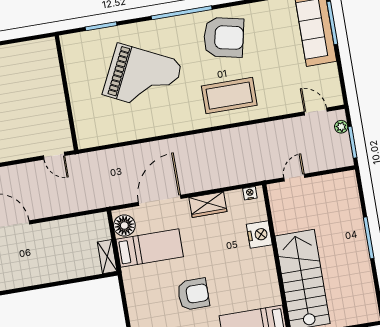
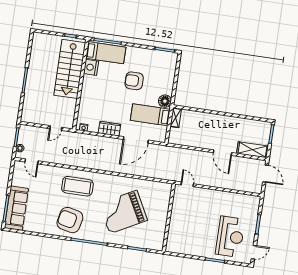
grand piano: (142, 78) -> (123, 212), turned -54
floor lamp: (124, 225) -> (165, 101), moved
nightstand: (259, 235) -> (91, 67), moved

